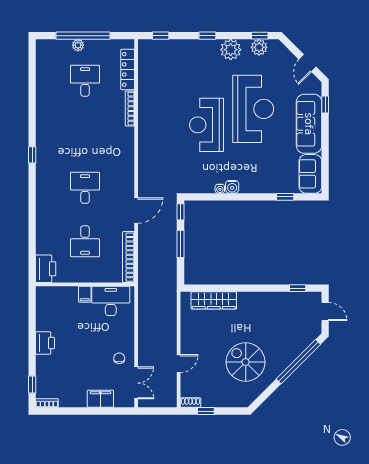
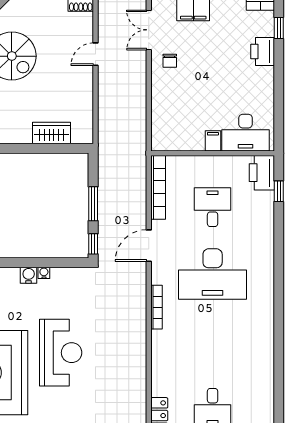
bookcase: (130, 109) -> (156, 307), moved
window: (32, 155) -> (279, 191), moved
desk: (85, 188) -> (213, 274), width x1.87, depth x1.30
wardrobe: (214, 300) -> (52, 133), width x0.67
desk: (111, 301) -> (245, 133), moved
printer: (45, 343) -> (263, 52), moved

